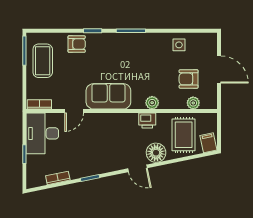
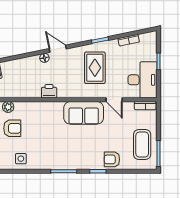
plant: (152, 103) -> (45, 107), removed
door: (74, 111) -> (114, 100), swing flipped
rug: (184, 135) -> (95, 68), moved
floor lamp: (156, 153) -> (44, 58), width x0.53, depth x0.53

